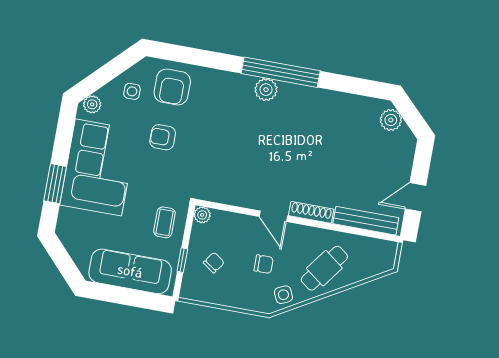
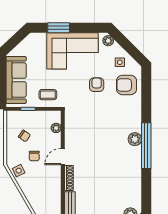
plant: (202, 215) -> (56, 128), moved
chair: (214, 263) -> (24, 136), moved
cafe table: (324, 268) -> (38, 191), removed

